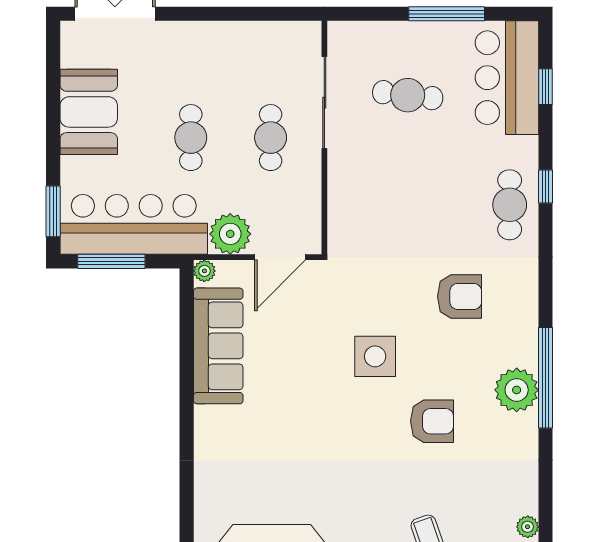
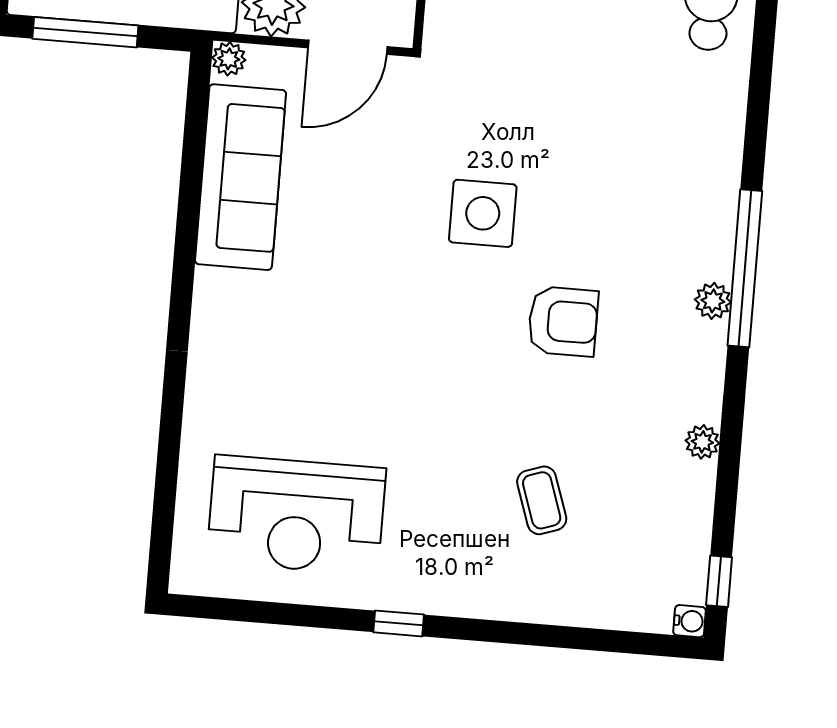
armchair: (460, 296) -> (622, 131), removed
plant: (517, 390) -> (713, 301), width x0.53, depth x0.53
plant: (528, 527) -> (702, 442), moved

